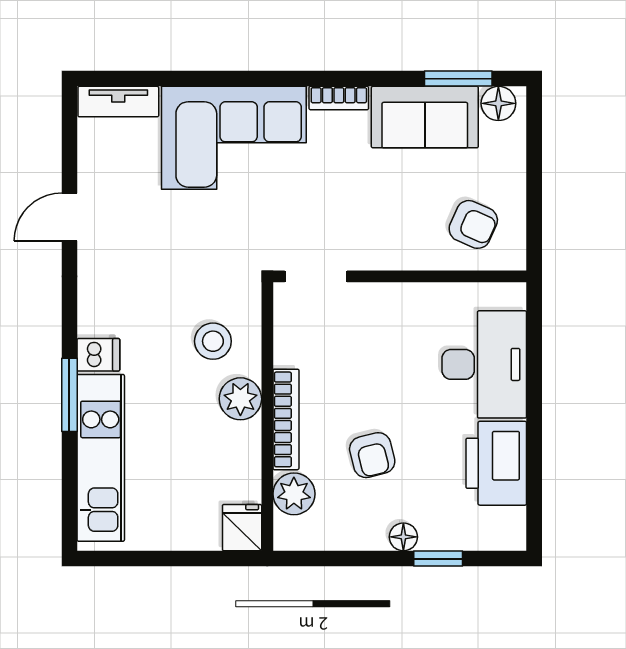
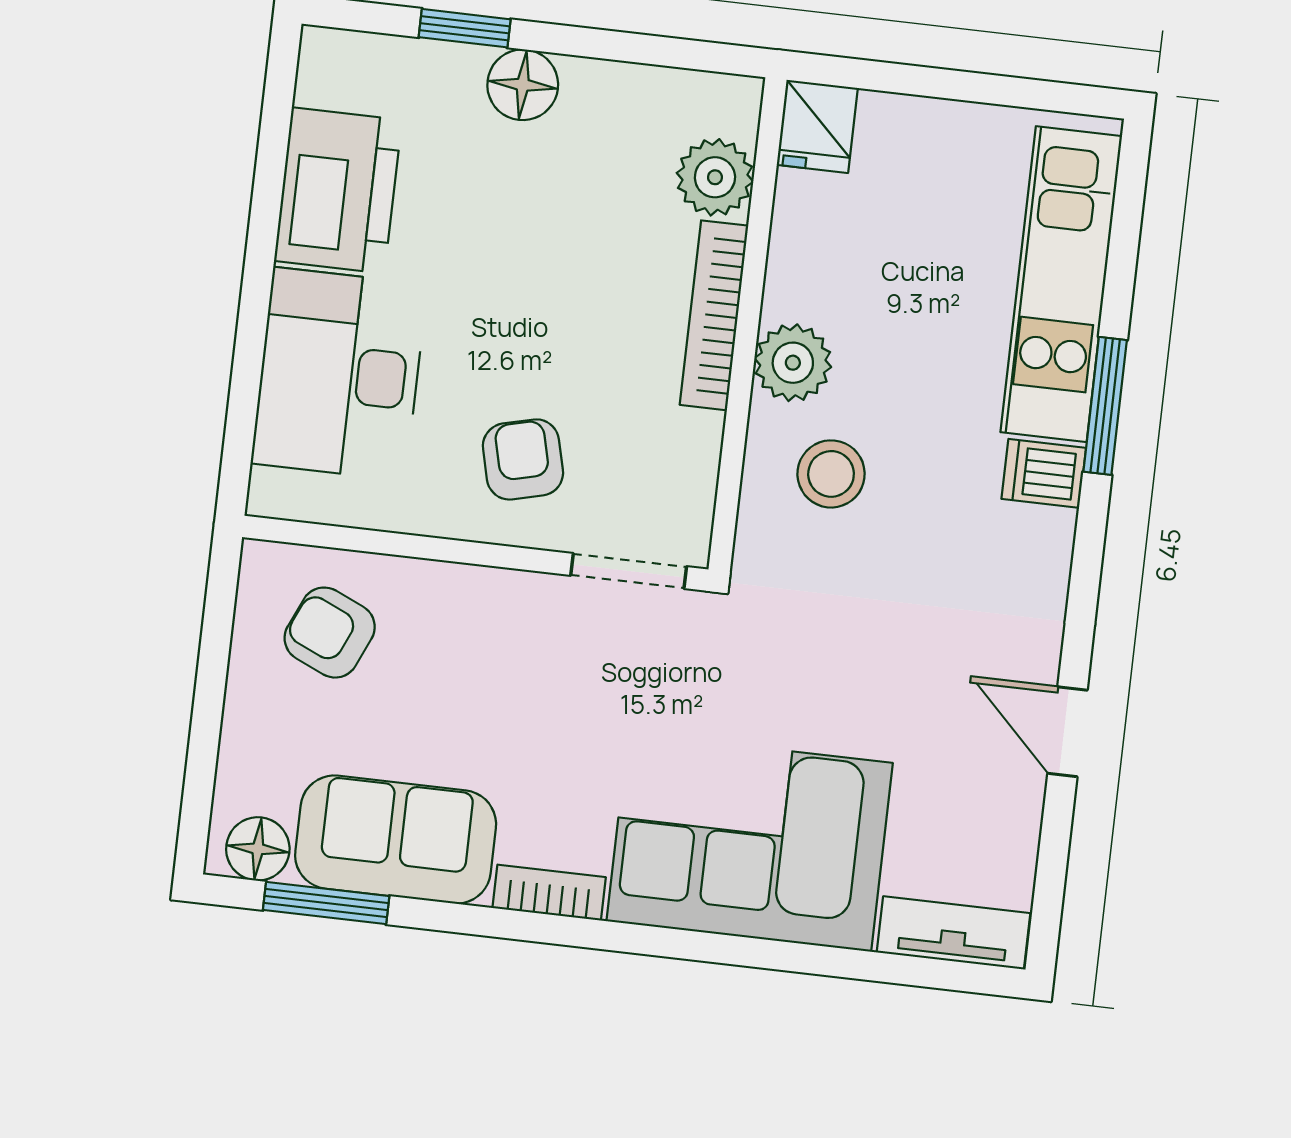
door: (69, 217) -> (1067, 732), swing flipped
armchair: (372, 455) -> (523, 459), moved
floor lamp: (403, 537) -> (523, 85), width x1.37, depth x1.37

